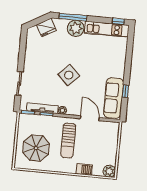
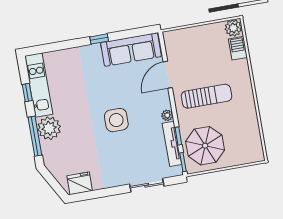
window: (118, 21) -> (27, 93), moved
fridge: (46, 28) -> (80, 183), moved, turned -61
side table: (69, 75) -> (116, 120), turned 45
window: (125, 91) -> (99, 39), moved
parasol: (36, 148) -> (205, 146), moved
barbecue: (84, 169) -> (238, 48), moved

